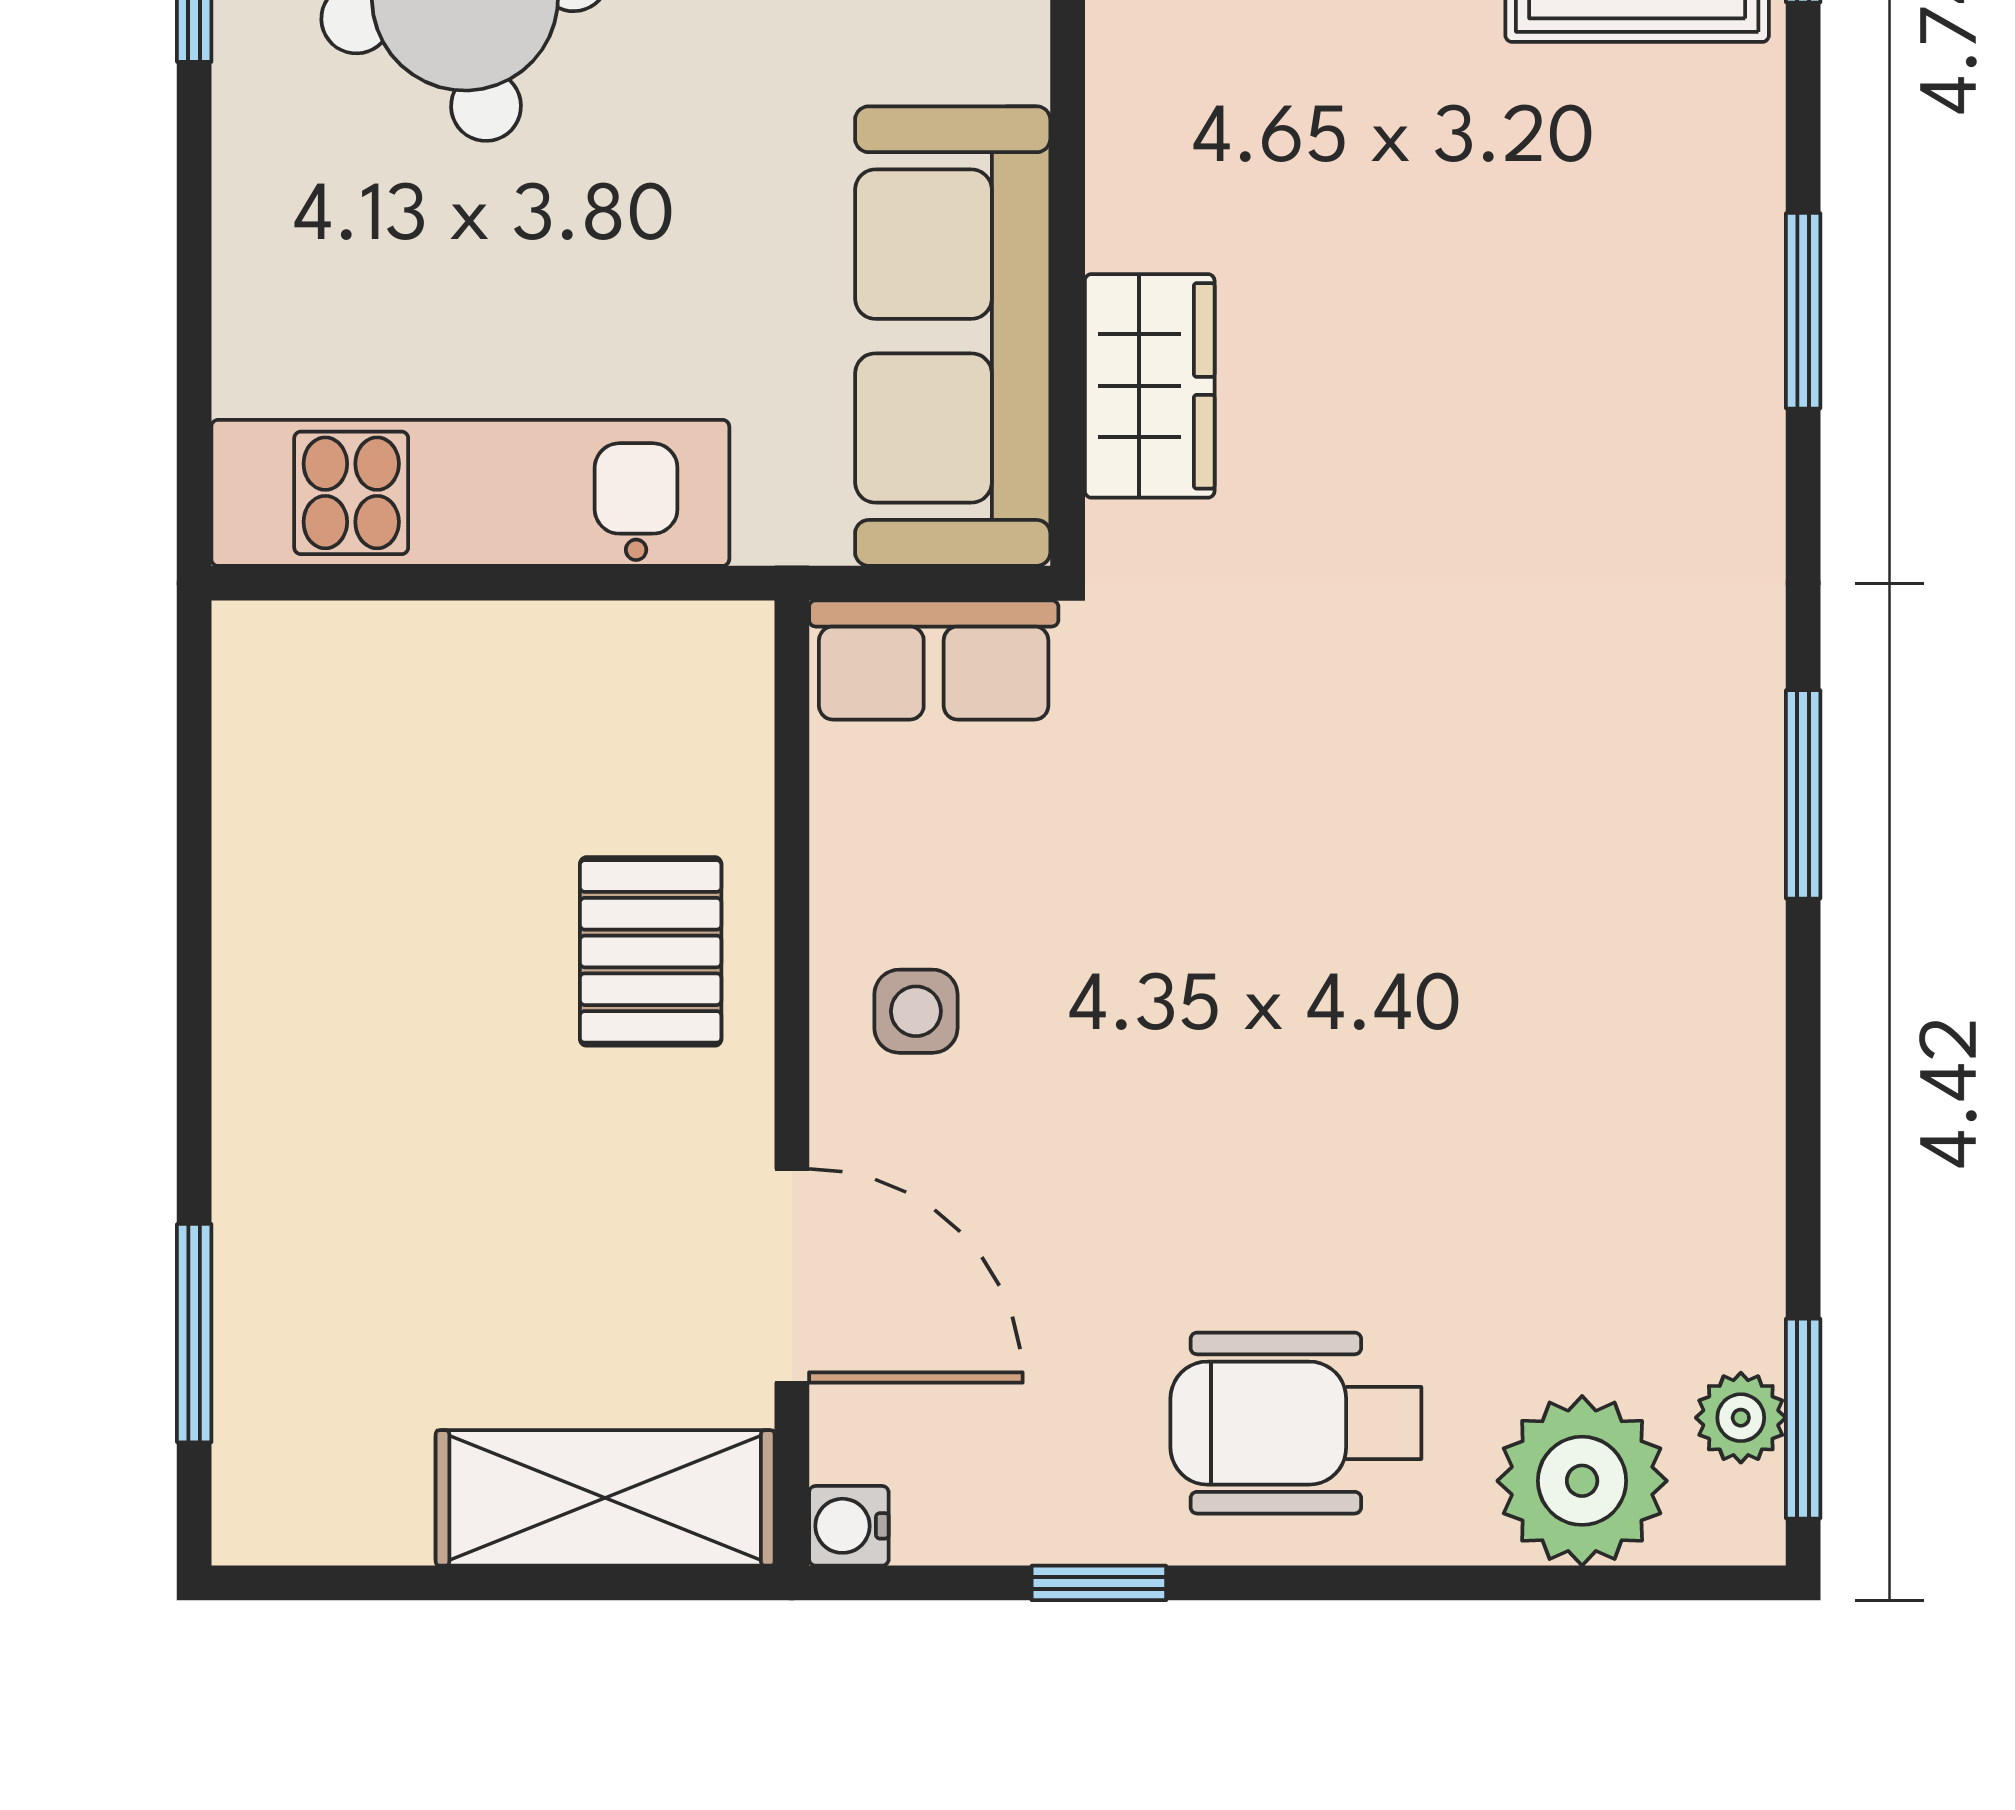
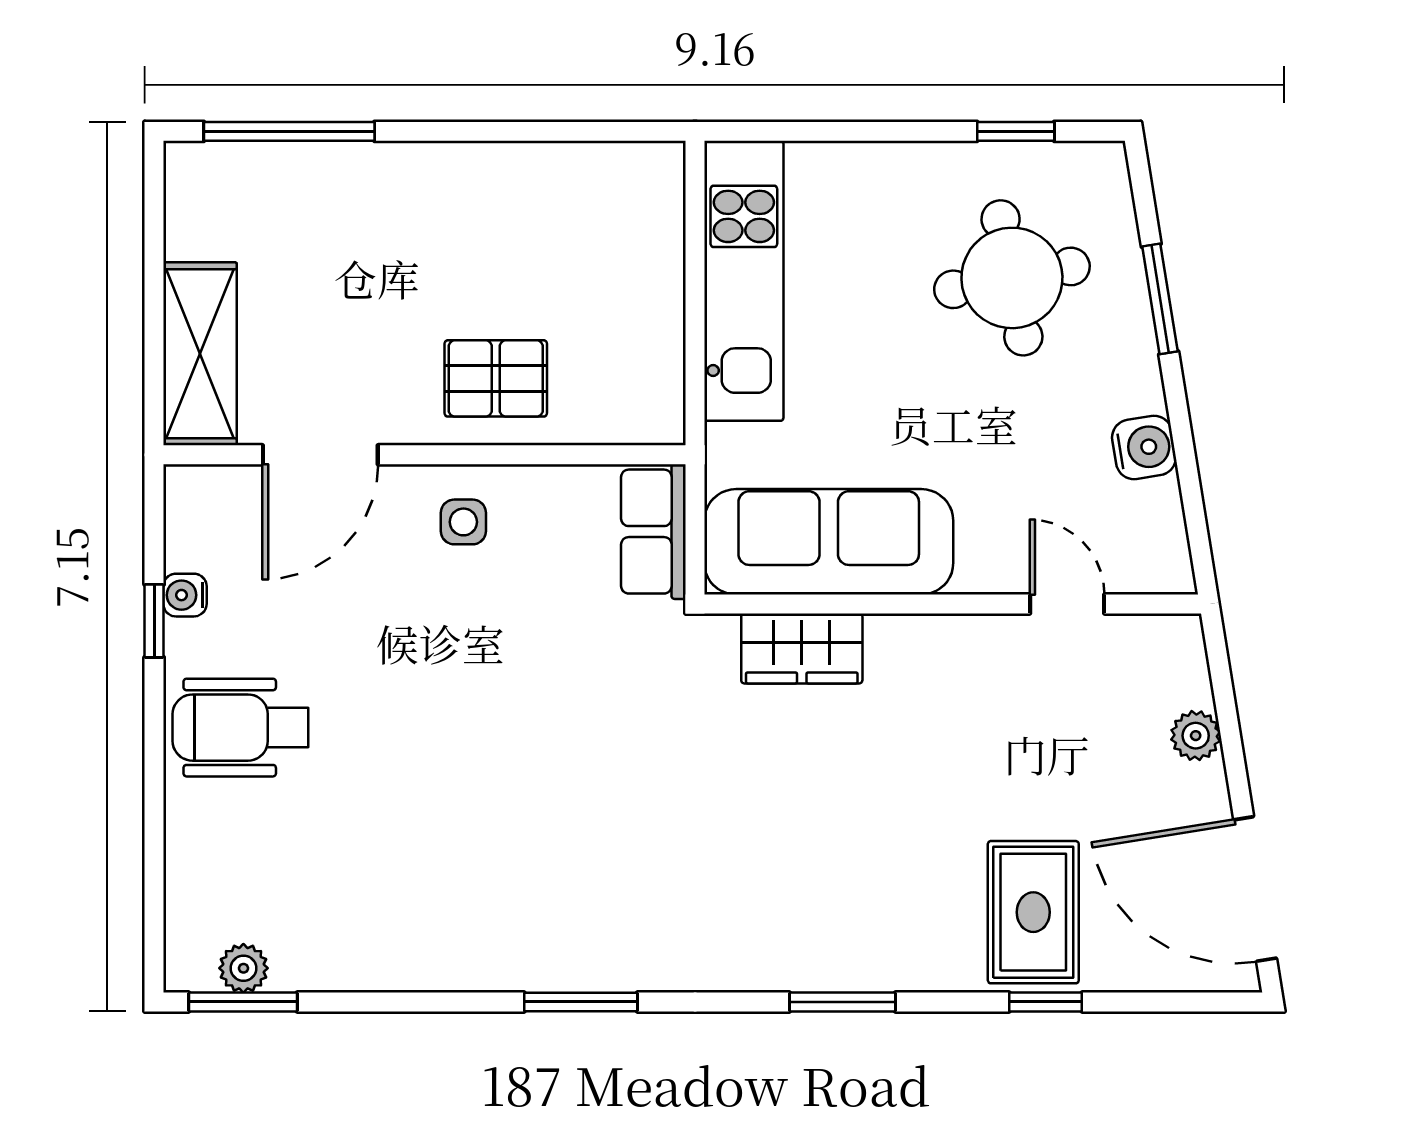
window: (194, 1333) -> (289, 131), width x1.44
wheelchair: (1296, 1423) -> (241, 728), turned -90
plant: (1582, 1481) -> (209, 882), removed
water cooler: (849, 1526) -> (185, 595), moved, turned -90

